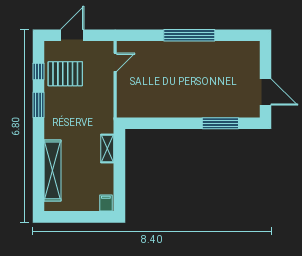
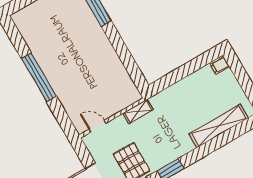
shelving: (107, 148) -> (138, 111), moved

